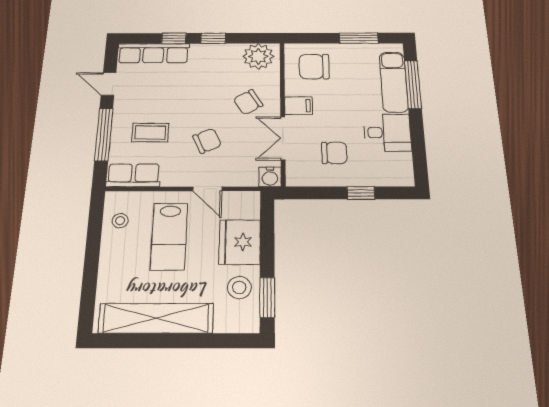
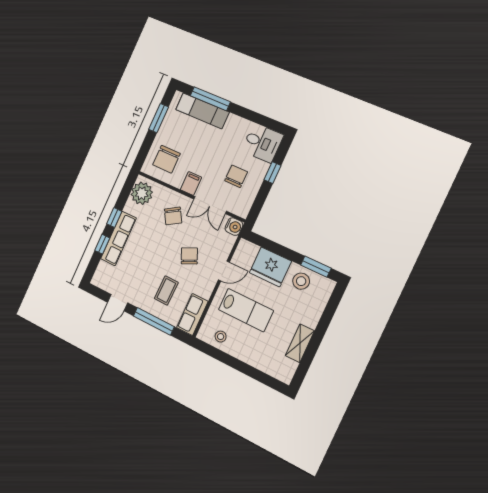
row of seats: (153, 53) -> (118, 239), moved
desk: (387, 132) -> (262, 143), moved, turned 90
shelving: (156, 318) -> (300, 343), width x0.45, depth x0.75

